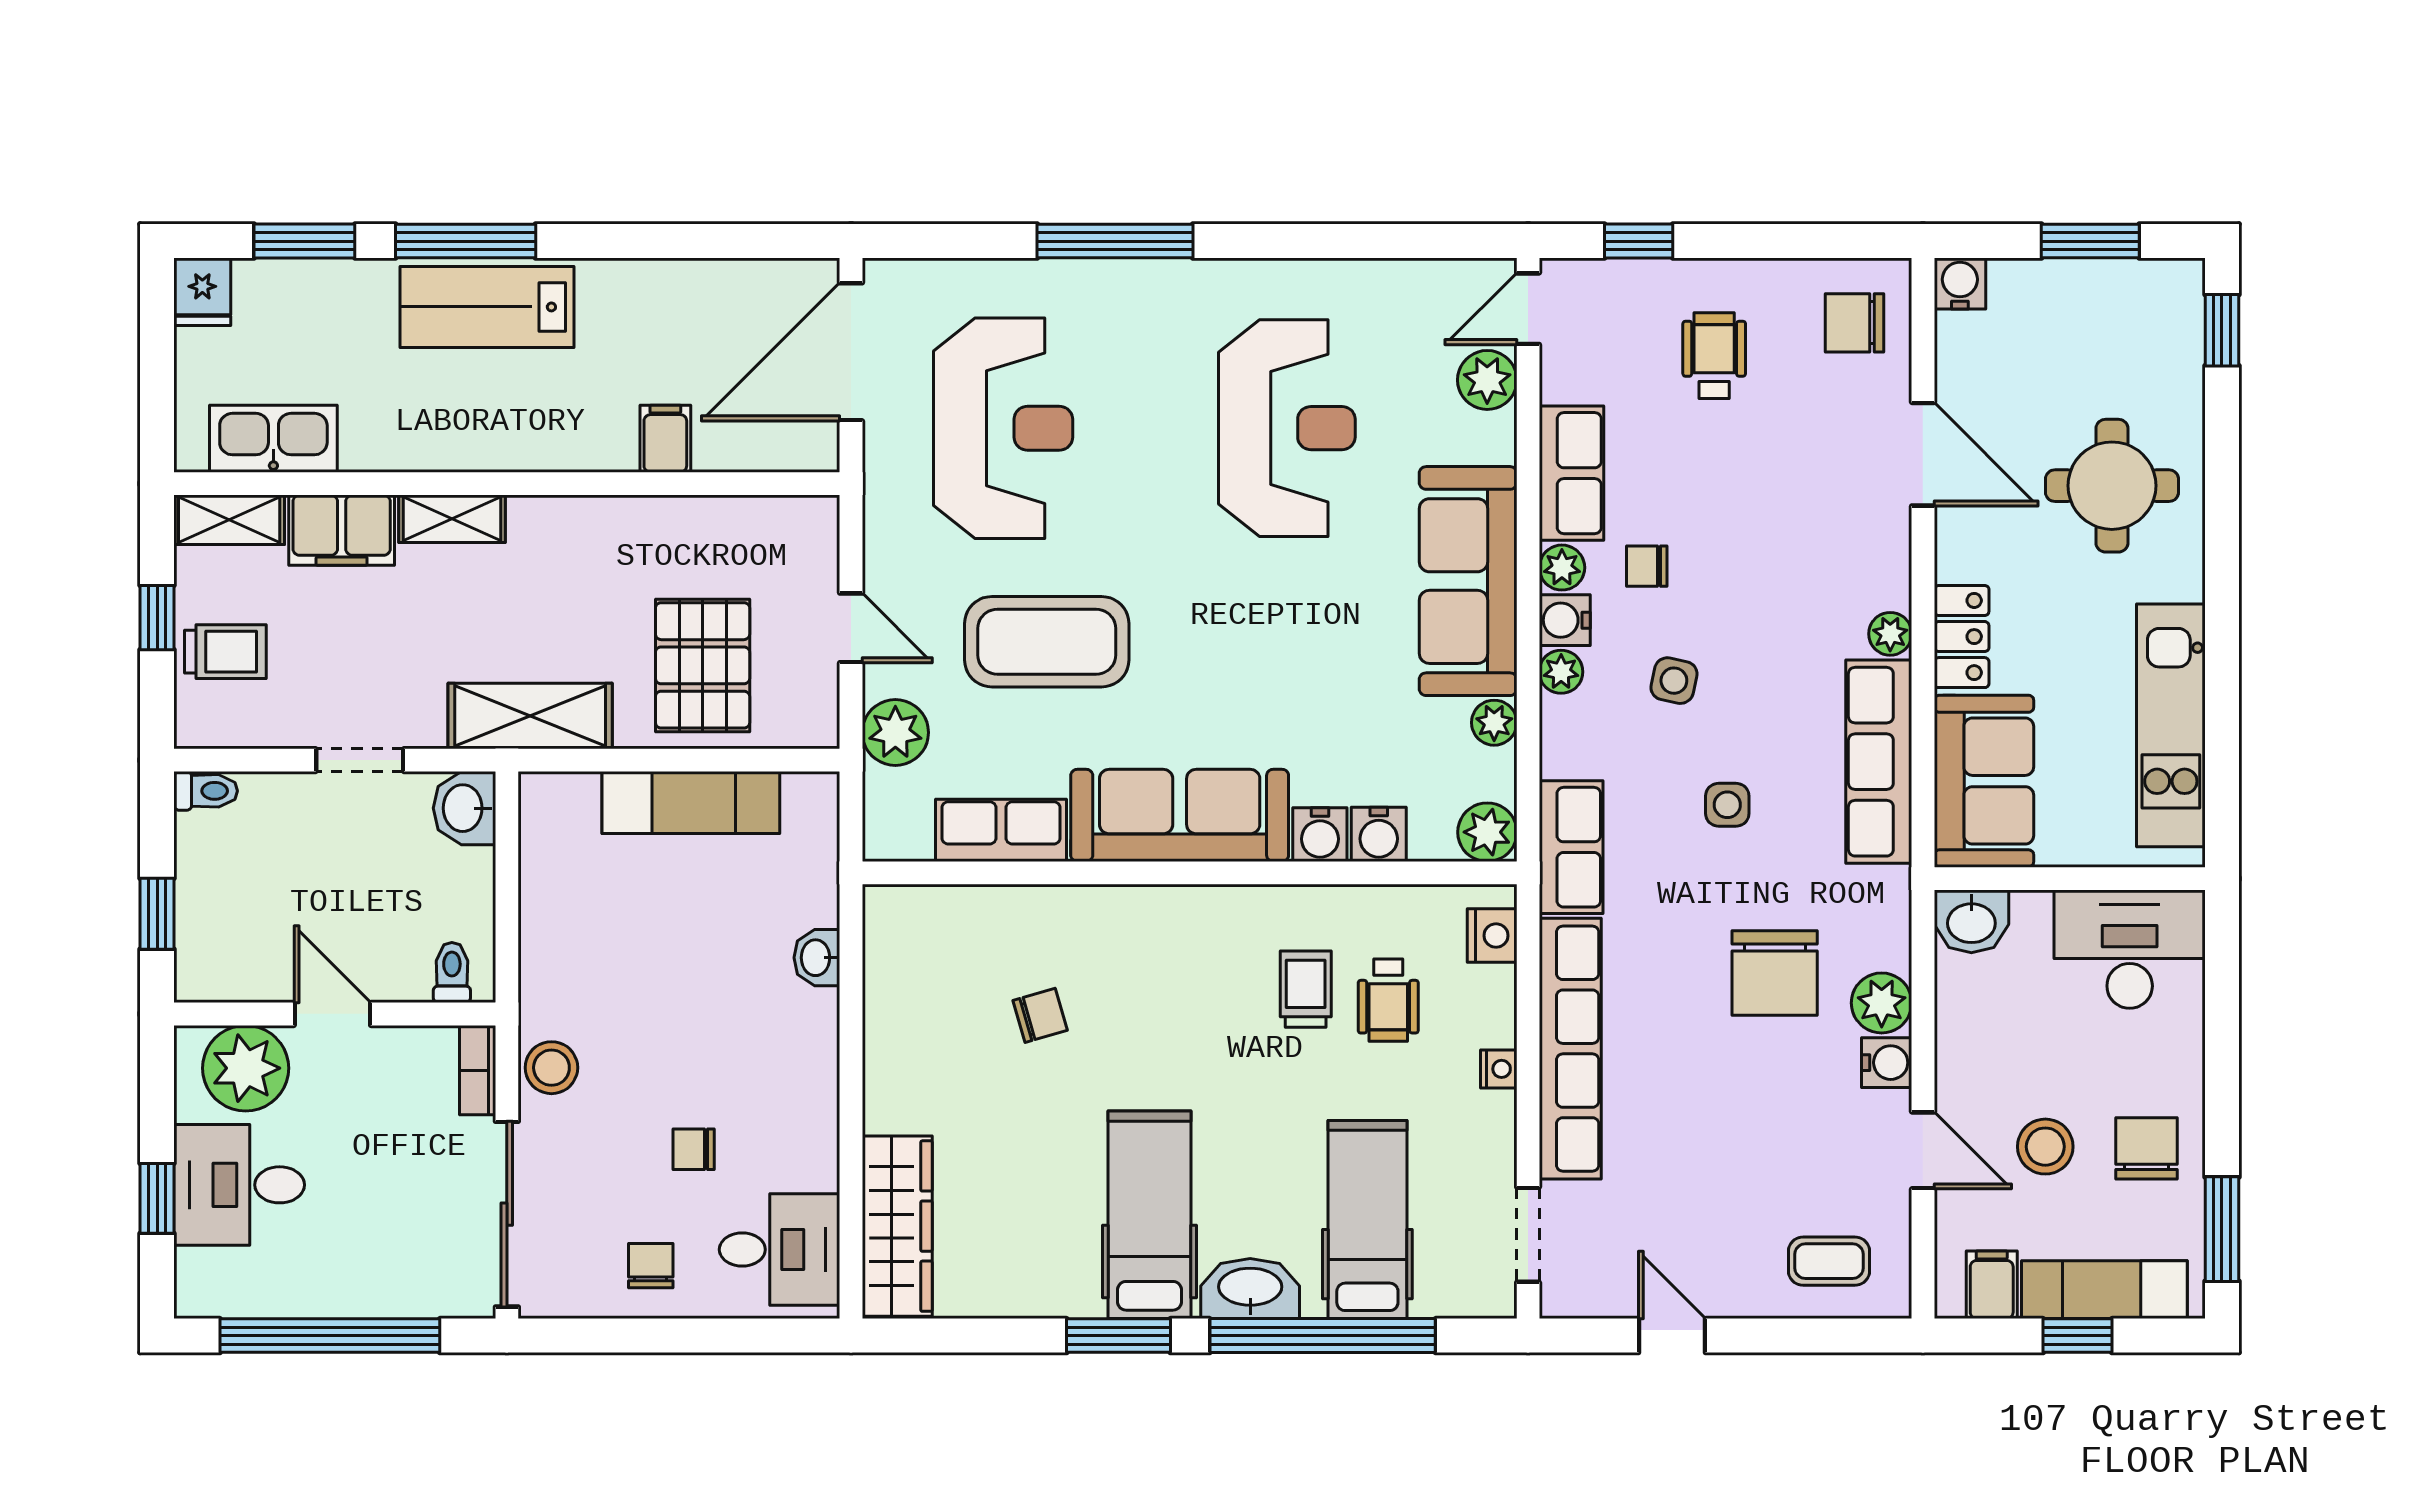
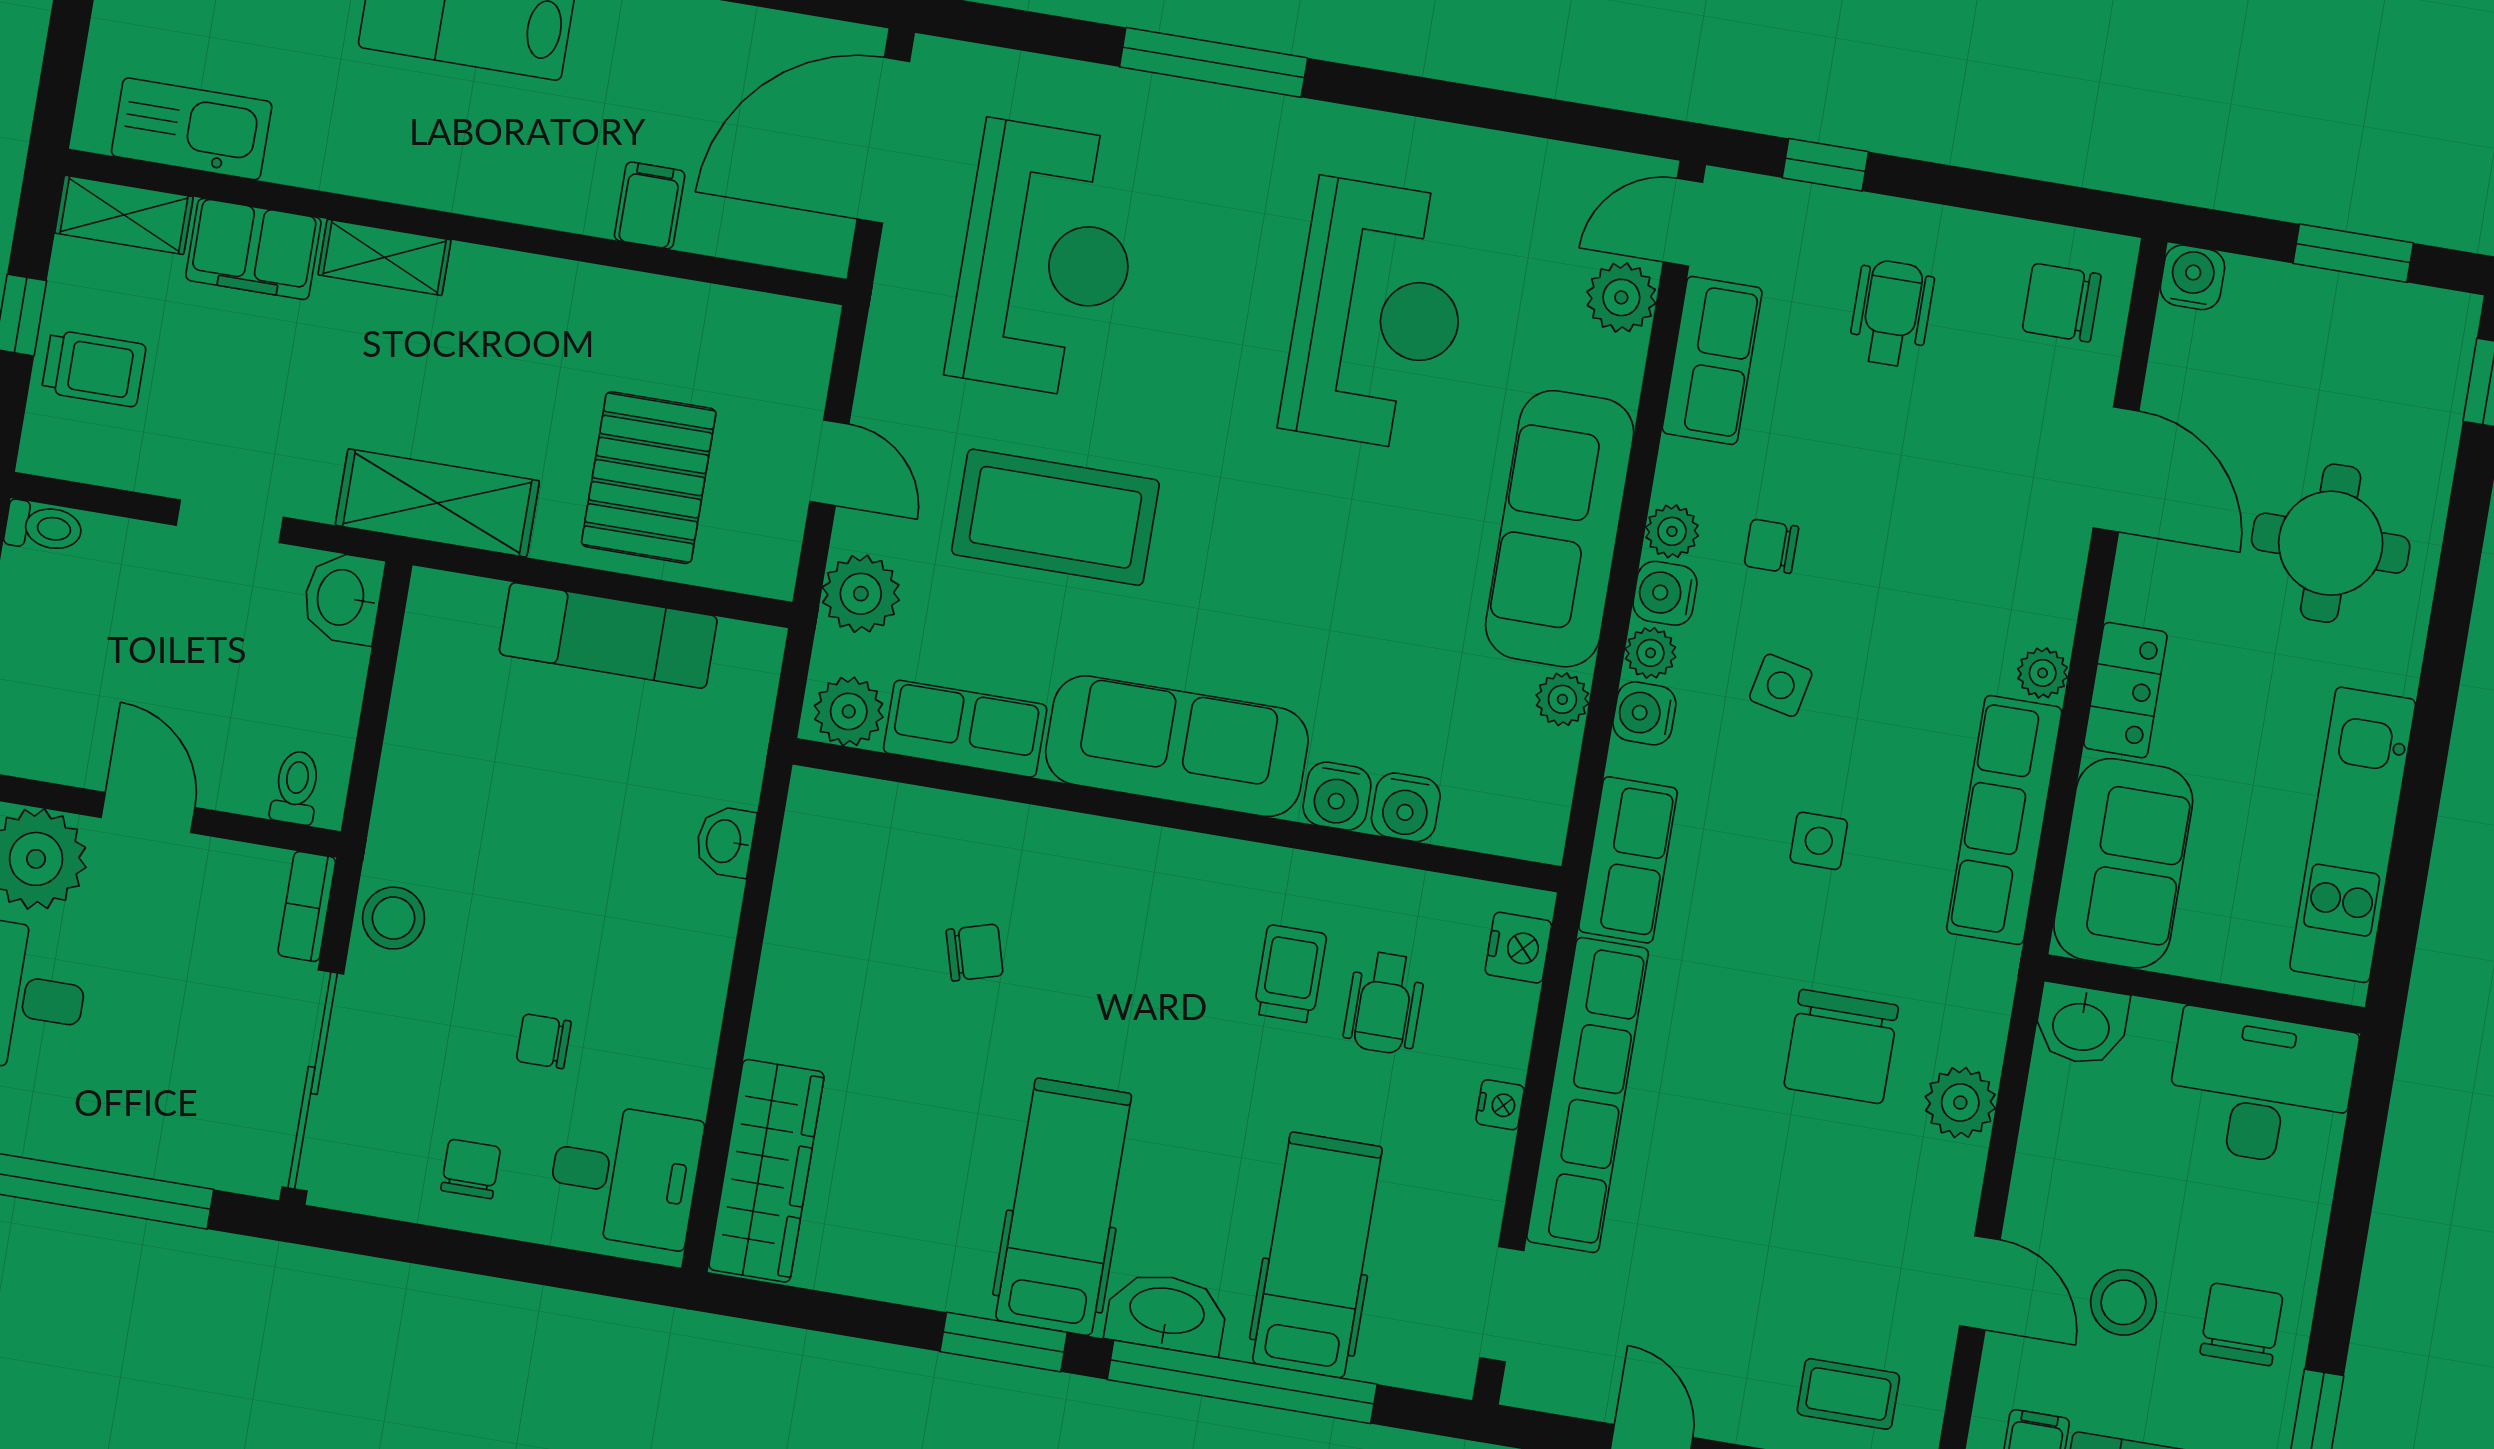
row of seats: (1572, 473) -> (1712, 360), moved
plant: (1487, 832) -> (849, 711), moved
water cooler: (1887, 1063) -> (1644, 713), moved, turned 180

